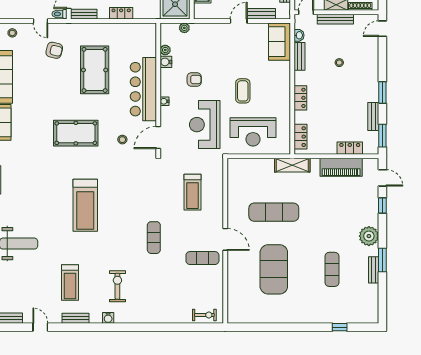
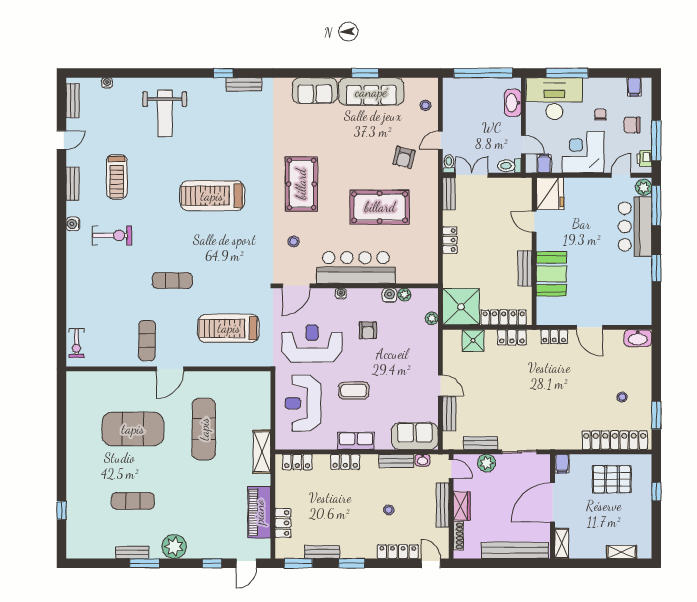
locker: (373, 55) -> (398, 552), added
row of seats: (283, 89) -> (356, 441), added
door: (158, 137) -> (296, 286), swing flipped
treadmill: (193, 192) -> (229, 328), width x1.37, depth x1.38
treadmill: (70, 282) -> (117, 177), turned -90

